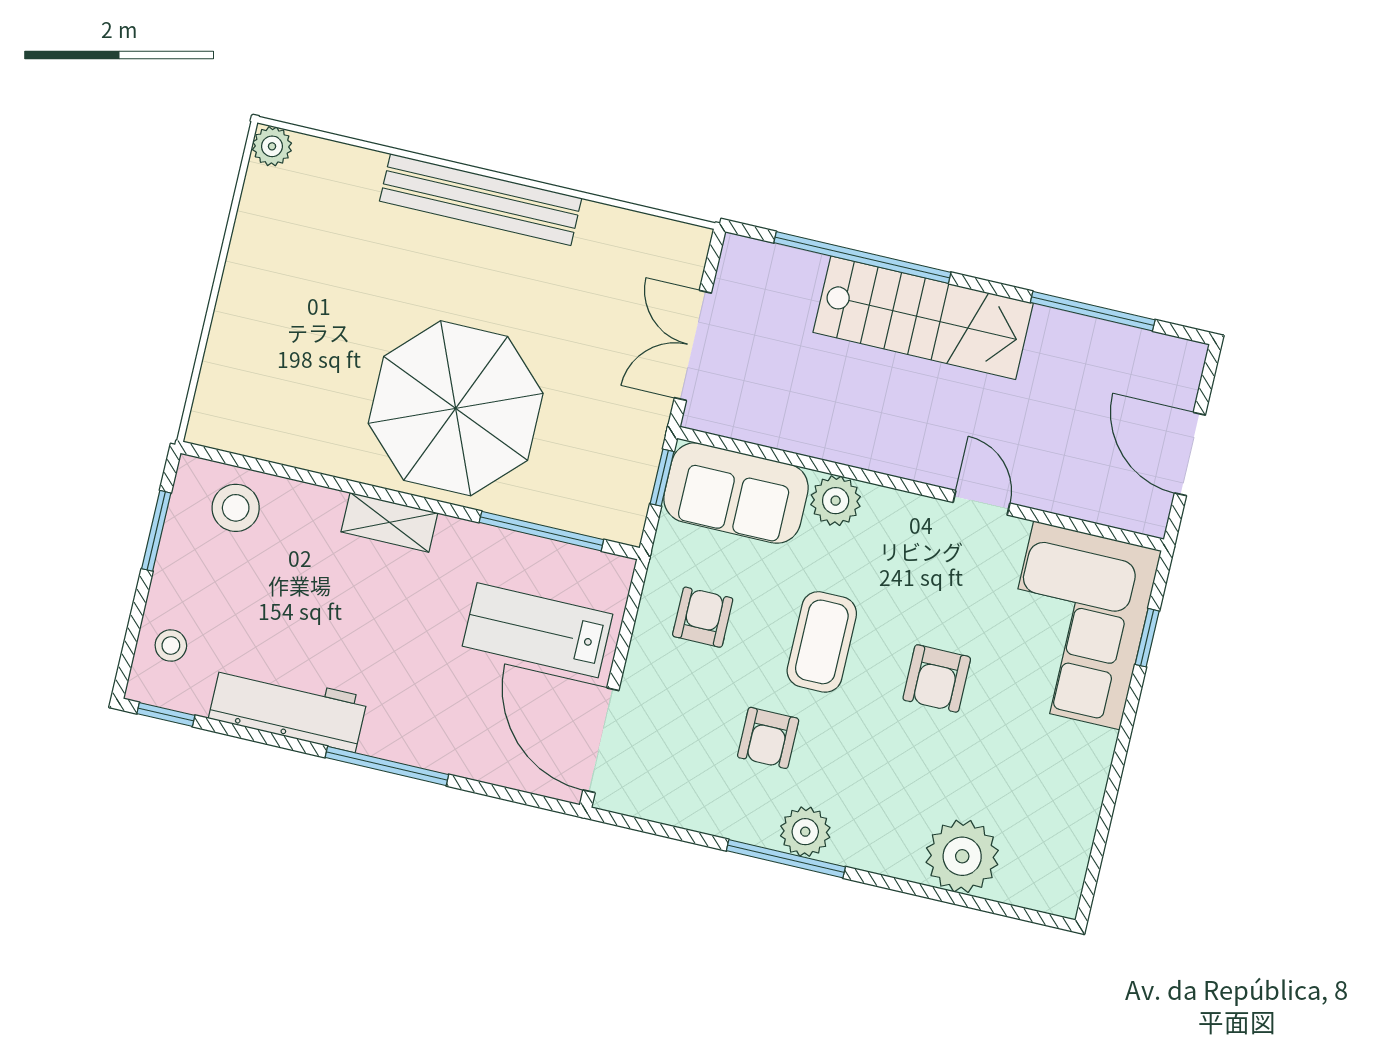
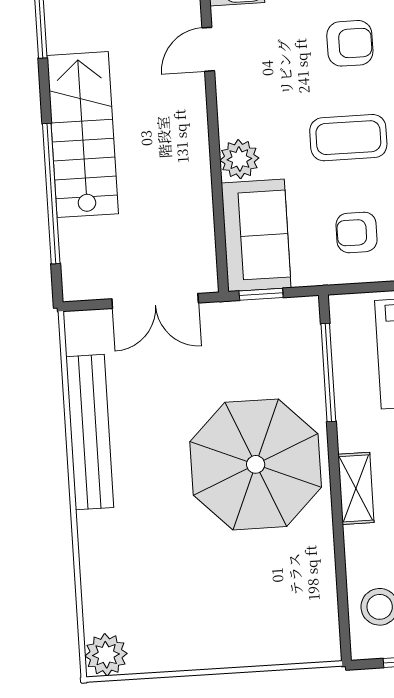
plant: (272, 146) -> (106, 655), width x1.38, depth x1.38
bench: (481, 200) -> (90, 432), moved

